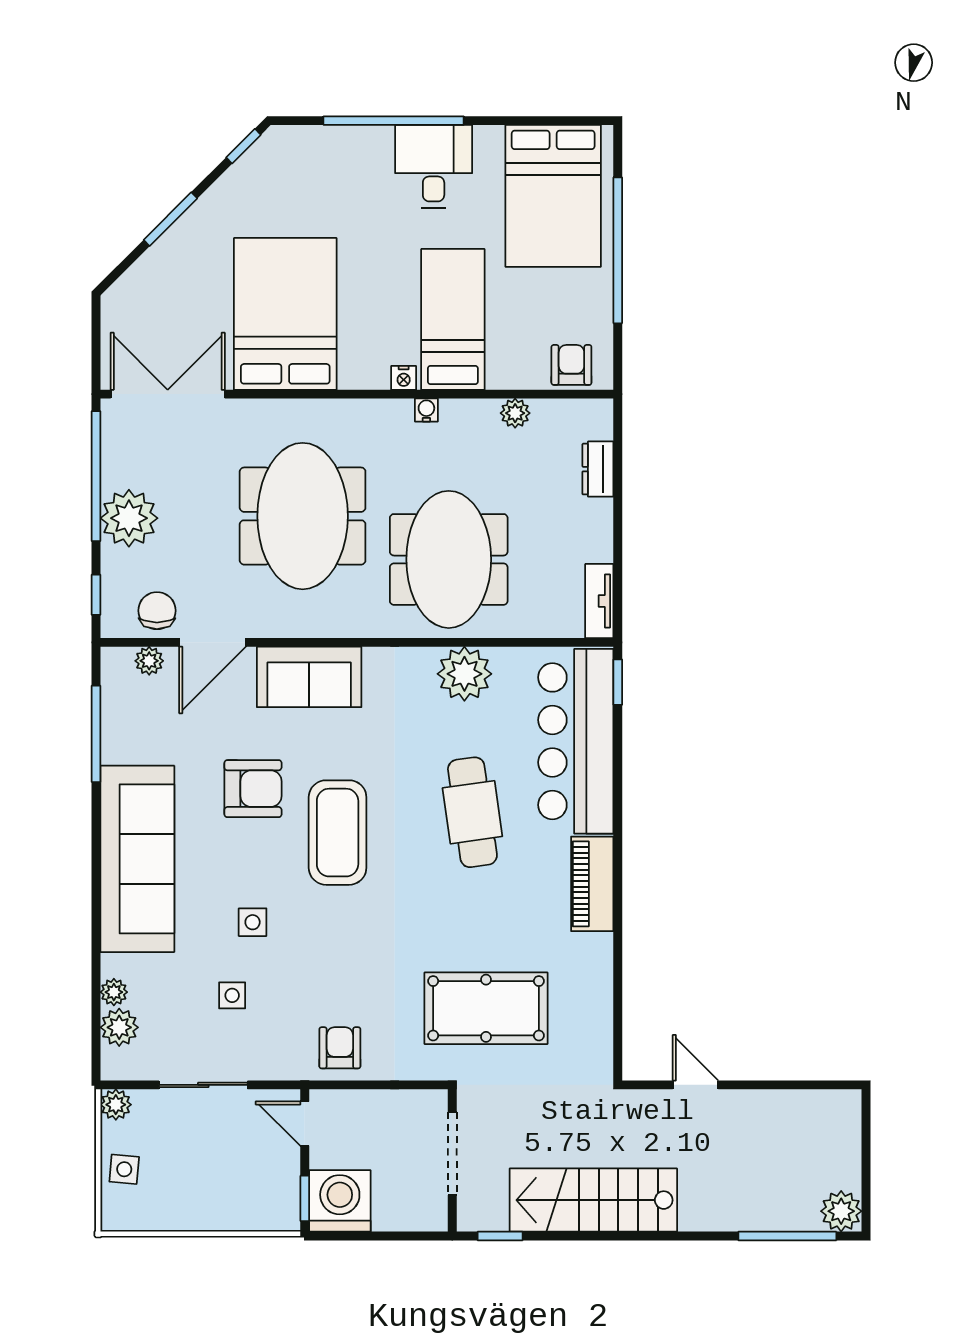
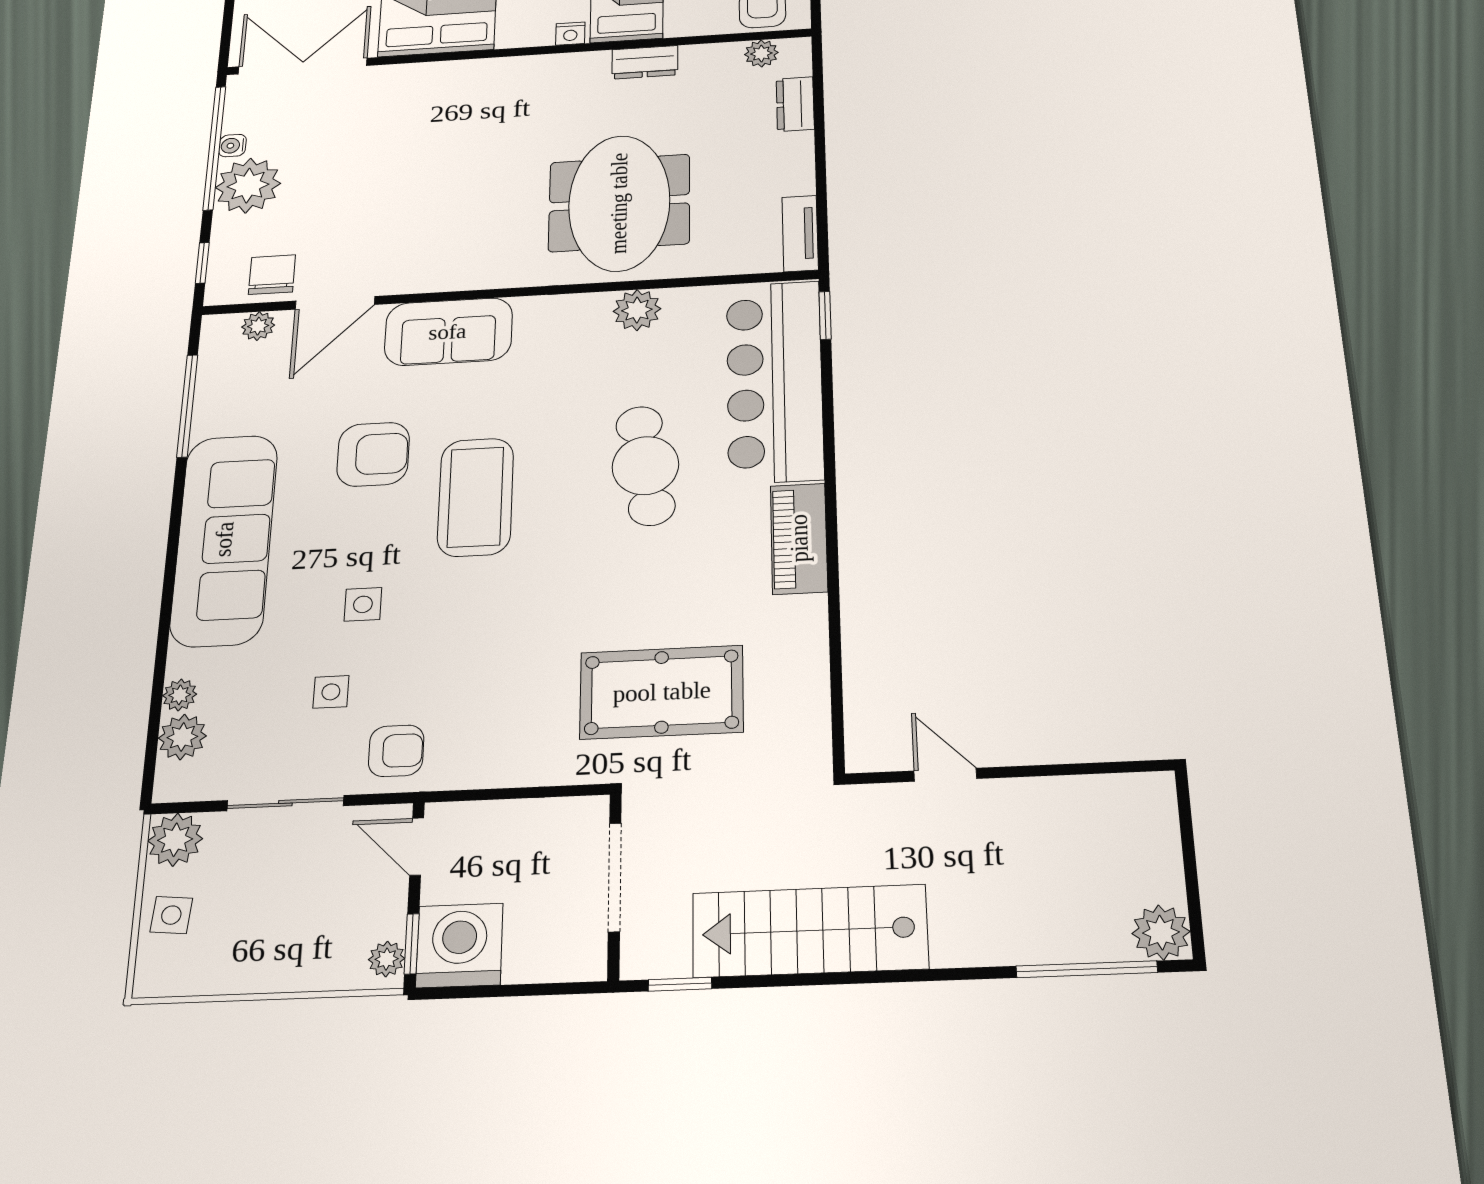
water cooler: (426, 410) -> (232, 146), moved, turned -90
plant: (515, 413) -> (761, 53), moved
dresser: (469, 414) -> (645, 62), added
meeting table: (303, 516) -> (449, 171), removed
plant: (464, 674) -> (637, 310), width x0.73, depth x0.73
armchair: (340, 1048) -> (396, 751), moved, turned 90
plant: (116, 1105) -> (175, 840), width x1.38, depth x1.38
plant: (287, 1209) -> (387, 959), added

